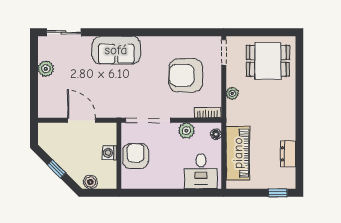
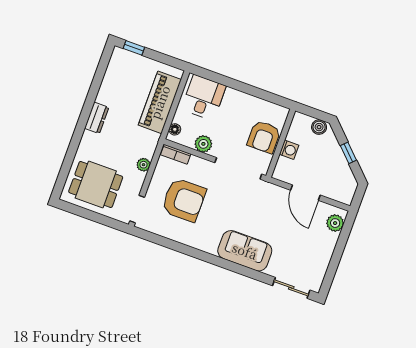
plant: (46, 69) -> (335, 223), moved
dresser: (288, 154) -> (97, 118), moved

